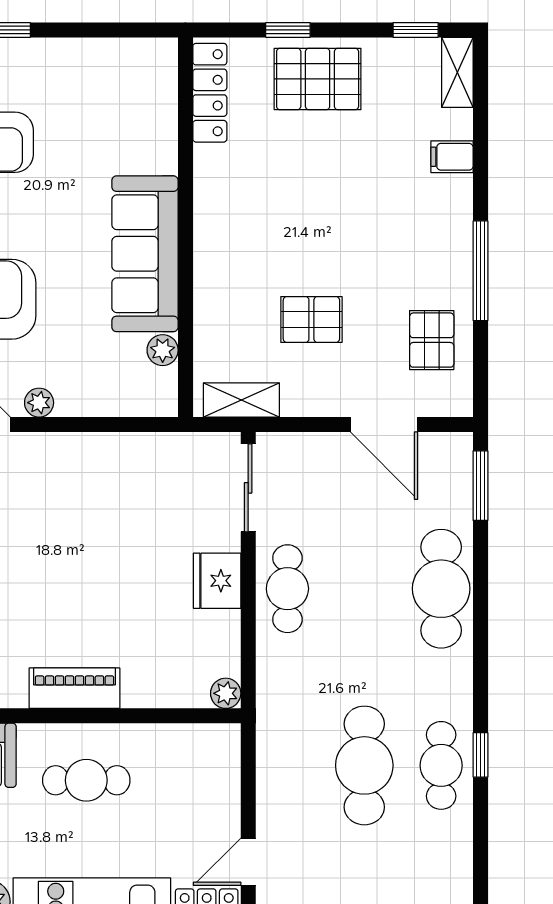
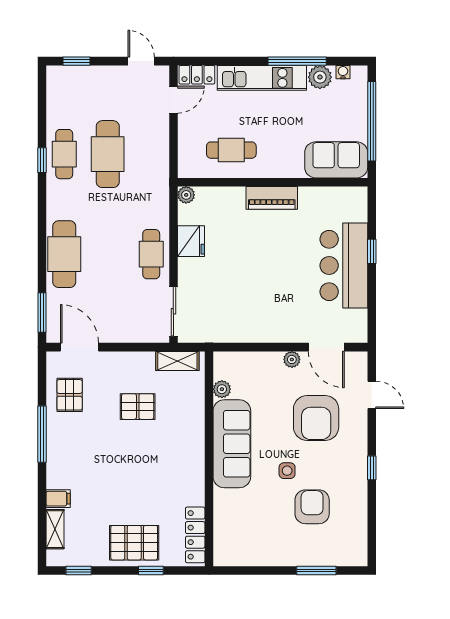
shelving: (457, 72) -> (55, 529), moved
side table: (47, 206) -> (287, 471), added
door: (384, 424) -> (79, 347), moved
fridge: (217, 581) -> (191, 241), moved
cafe table: (86, 780) -> (231, 150), moved

